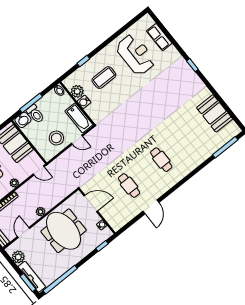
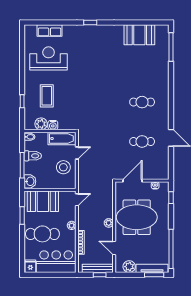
toilet: (35, 114) -> (33, 156), moved

